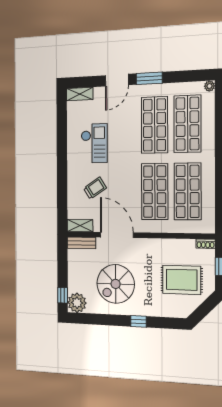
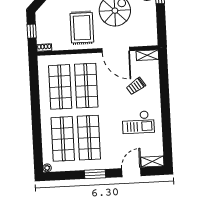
door: (117, 80) -> (131, 172), moved
checkout: (94, 143) -> (138, 122), turned -90
bench: (81, 243) -> (145, 41), removed
rug: (182, 280) -> (82, 28), moved, turned 90

